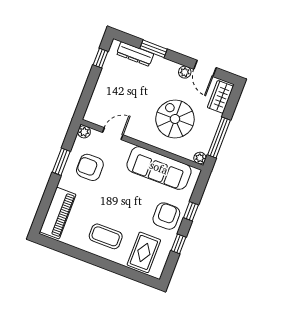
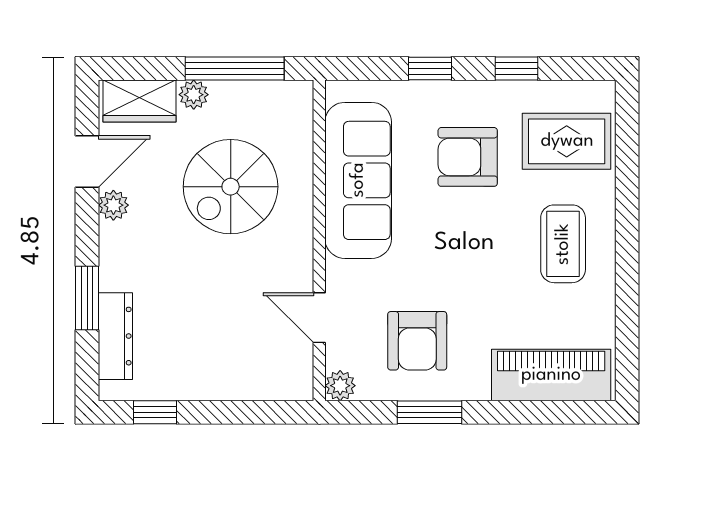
plant: (200, 158) -> (194, 95), moved
armchair: (166, 216) -> (468, 157), moved

